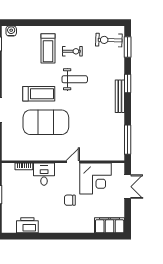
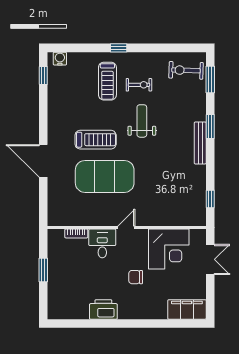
window: (57, 23) -> (119, 48), added
weight bench: (75, 79) -> (142, 121), turned -90
window: (128, 140) -> (210, 199), width x0.46
door: (73, 162) -> (126, 227), moved
printer: (27, 225) -> (103, 309), moved

